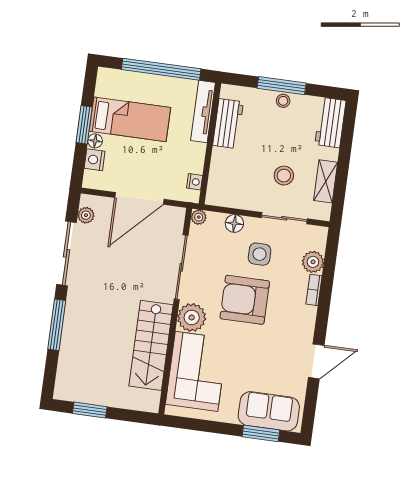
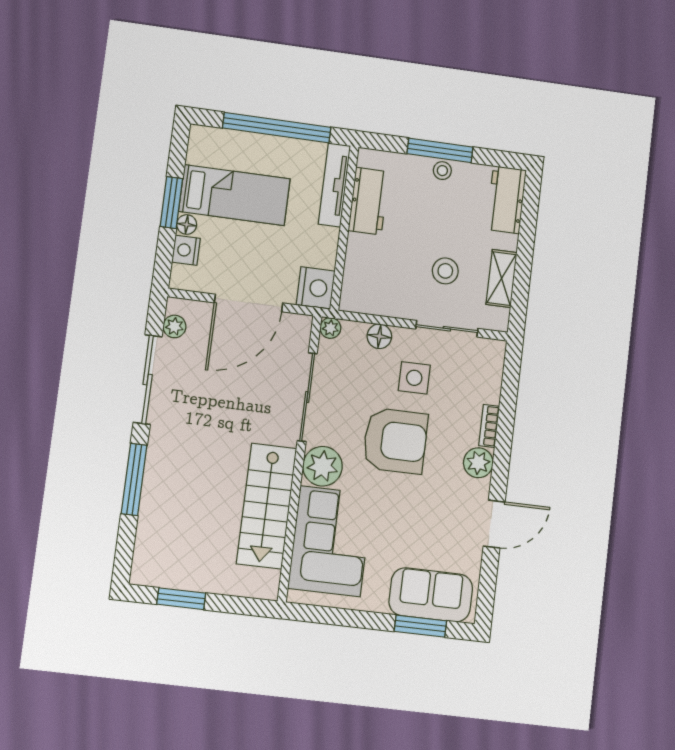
nightstand: (195, 182) -> (316, 288), width x1.89, depth x1.79
plant: (313, 262) -> (478, 463), moved
armchair: (245, 300) -> (395, 441), turned 180

